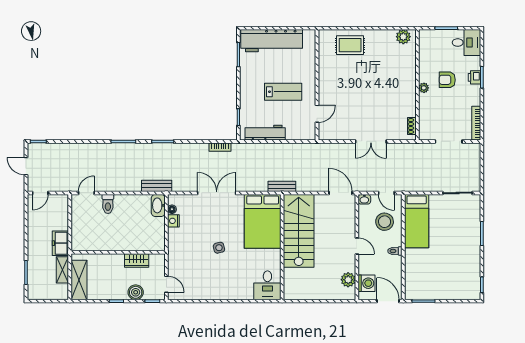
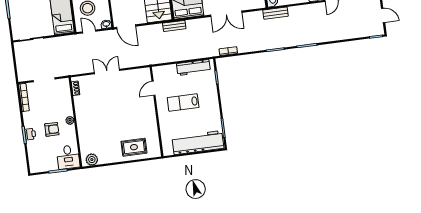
desk: (466, 43) -> (68, 157), moved, turned -90

